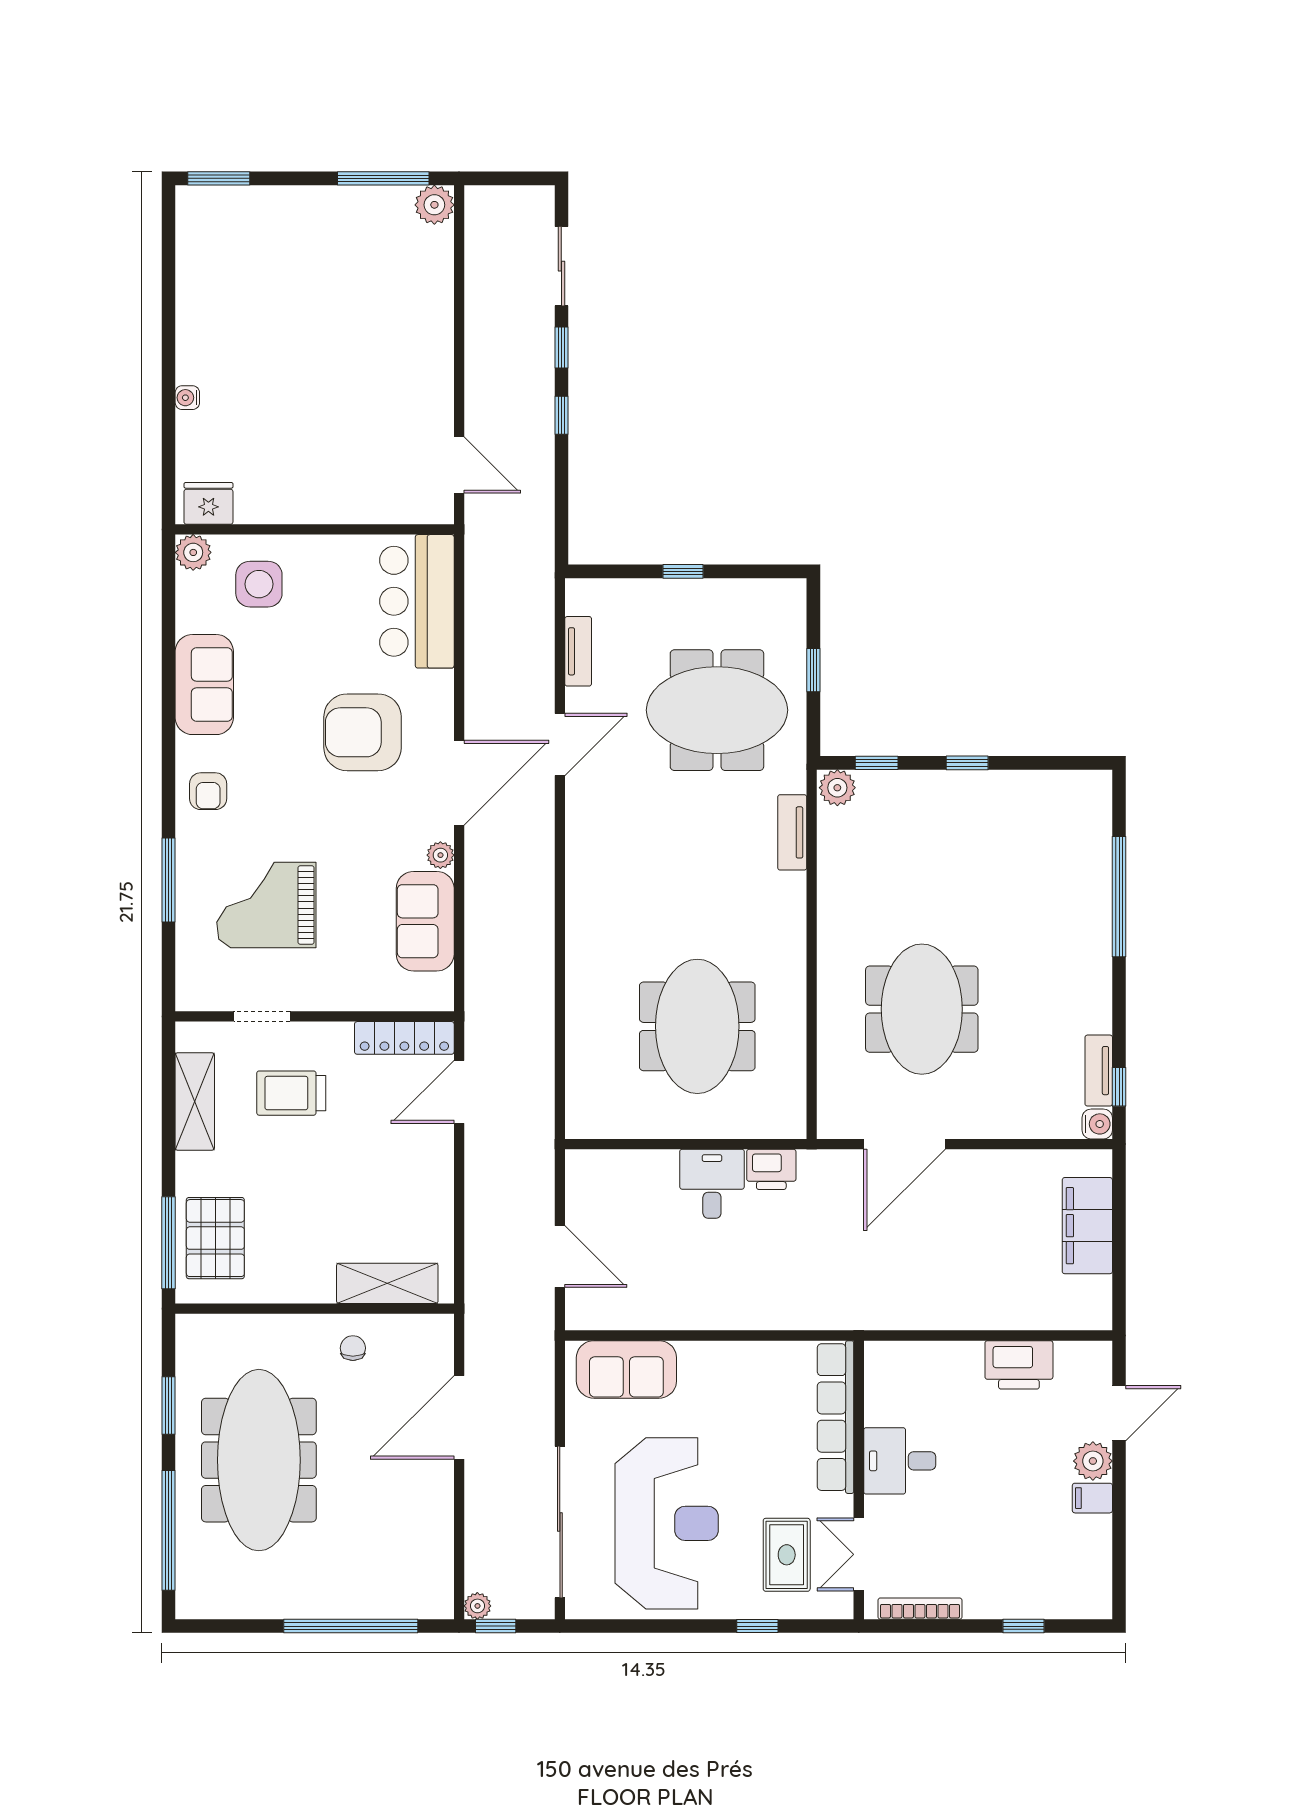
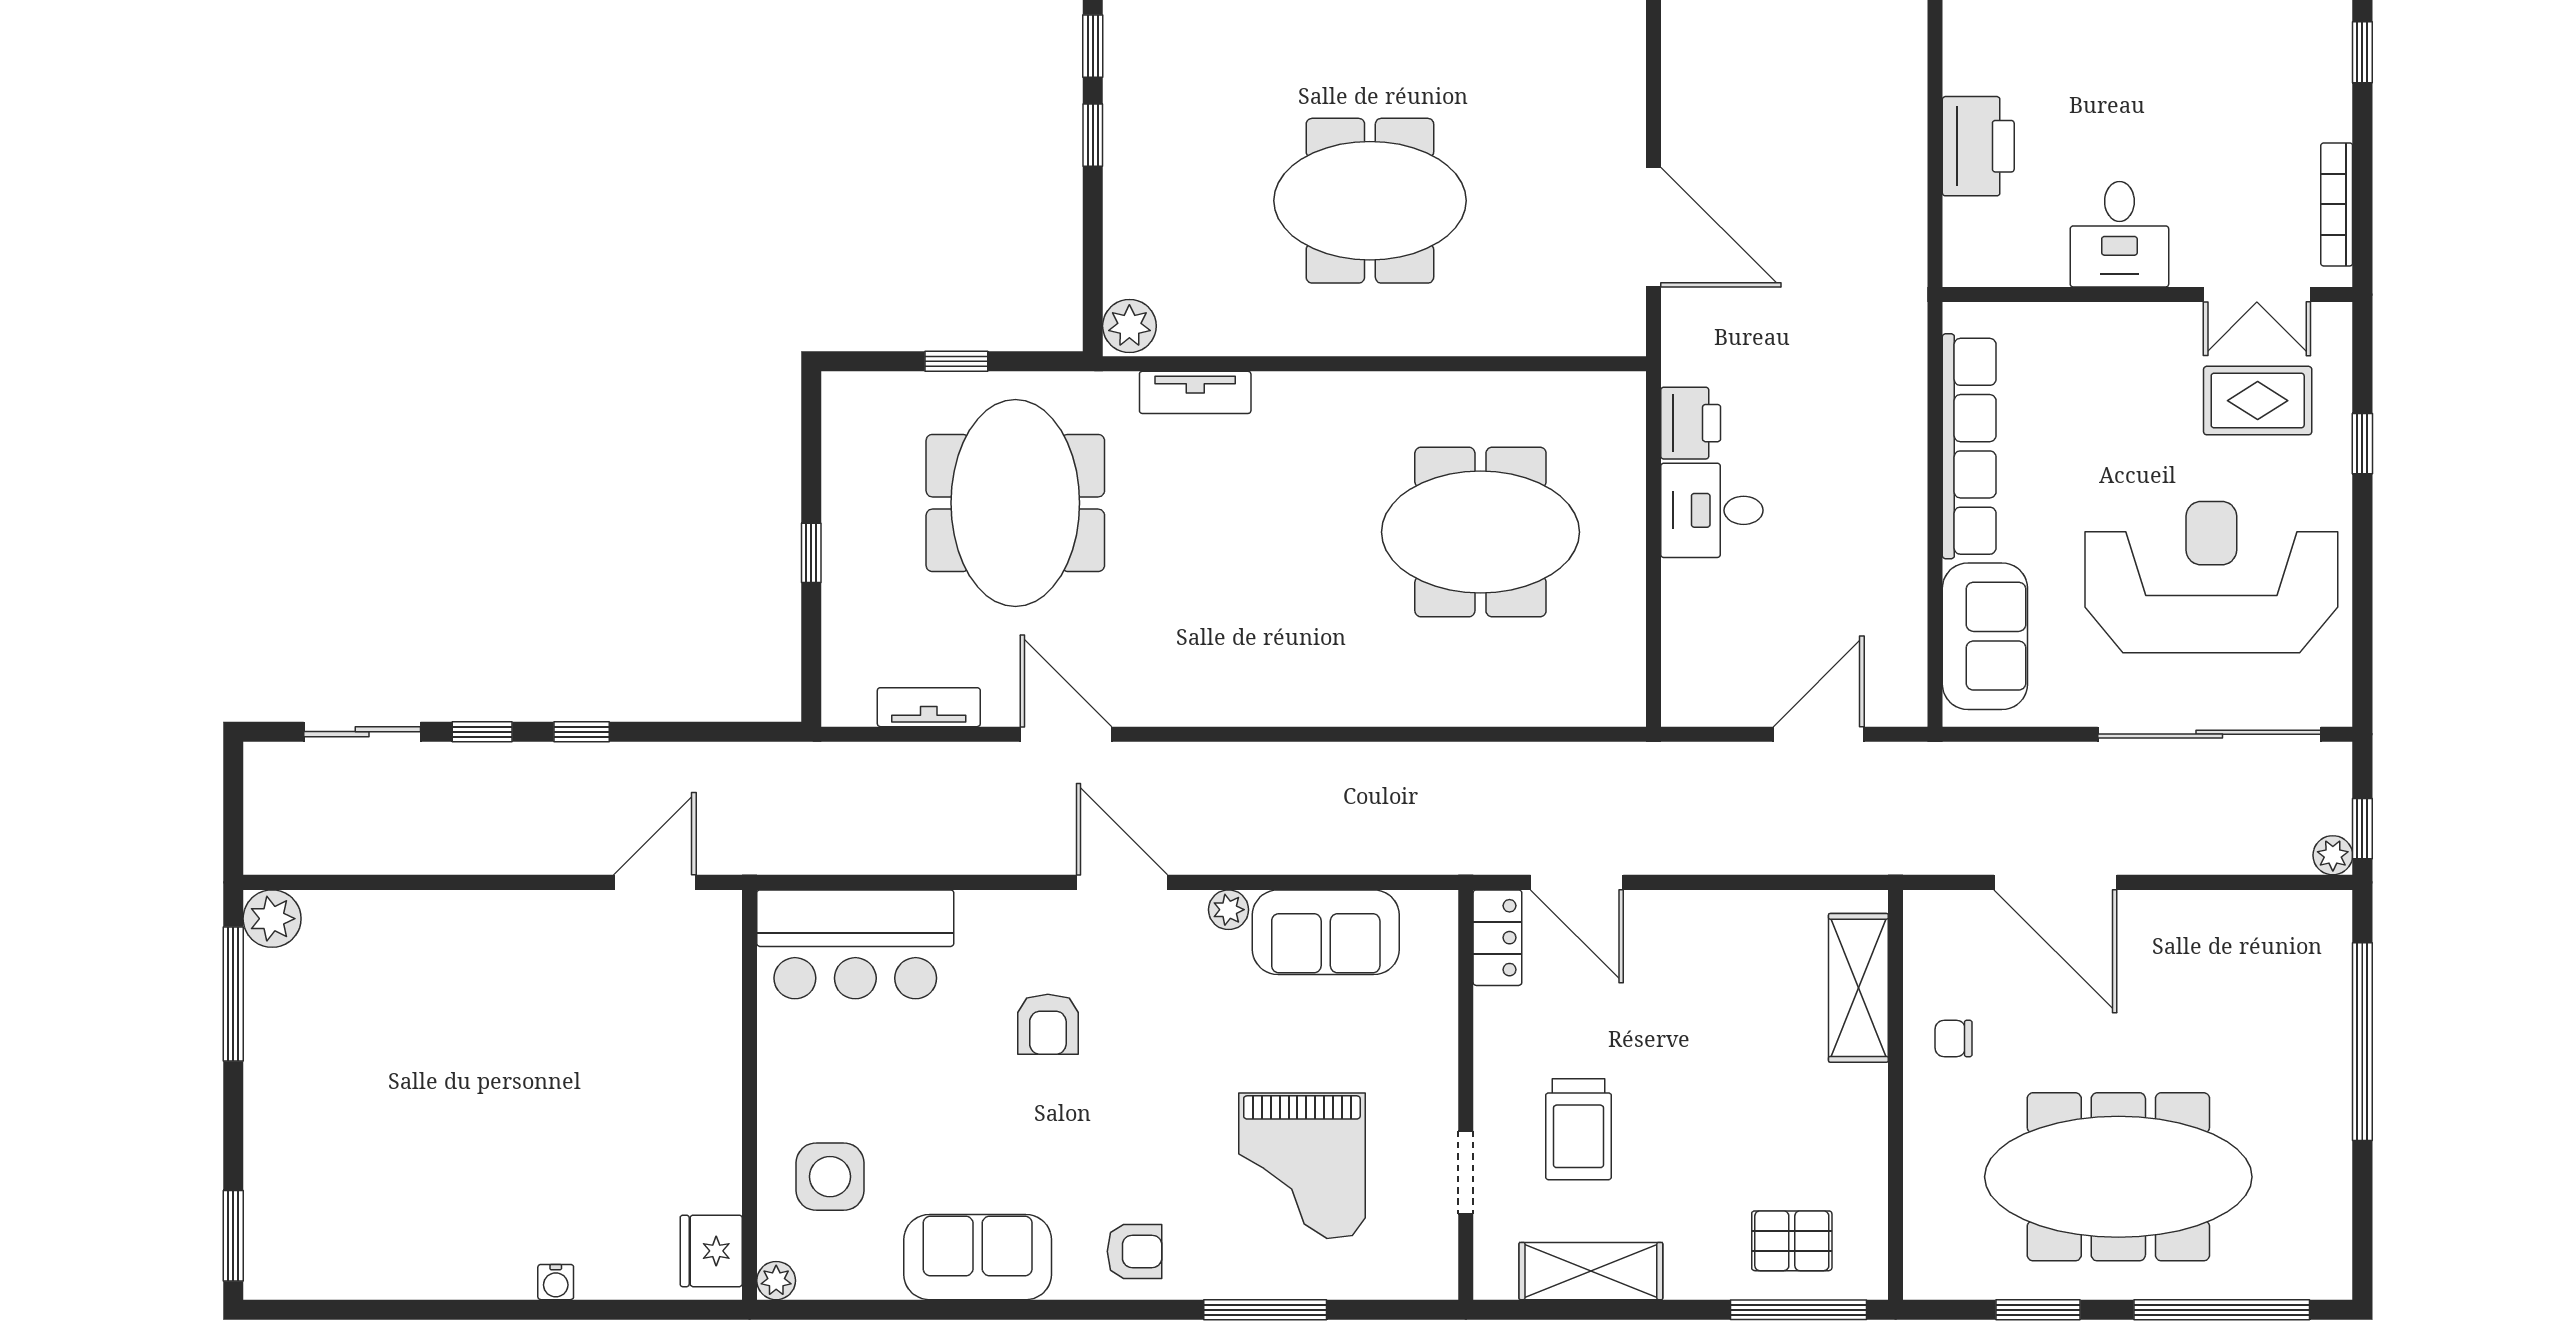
plant: (193, 552) -> (776, 1281), width x0.73, depth x0.73
armchair: (363, 732) -> (1048, 1024), width x0.53, depth x0.53
window: (877, 763) -> (1093, 46), moved
door: (459, 783) -> (1122, 882), width x0.73
meeting table: (922, 1009) -> (1370, 201), moved
locker: (404, 1038) -> (1497, 938), width x0.66
pallet: (215, 1238) -> (1792, 1241), width x0.67, depth x0.71
printer: (1019, 1365) -> (1978, 146), moved
row of seats: (836, 1417) -> (1969, 446), moved, turned -90

